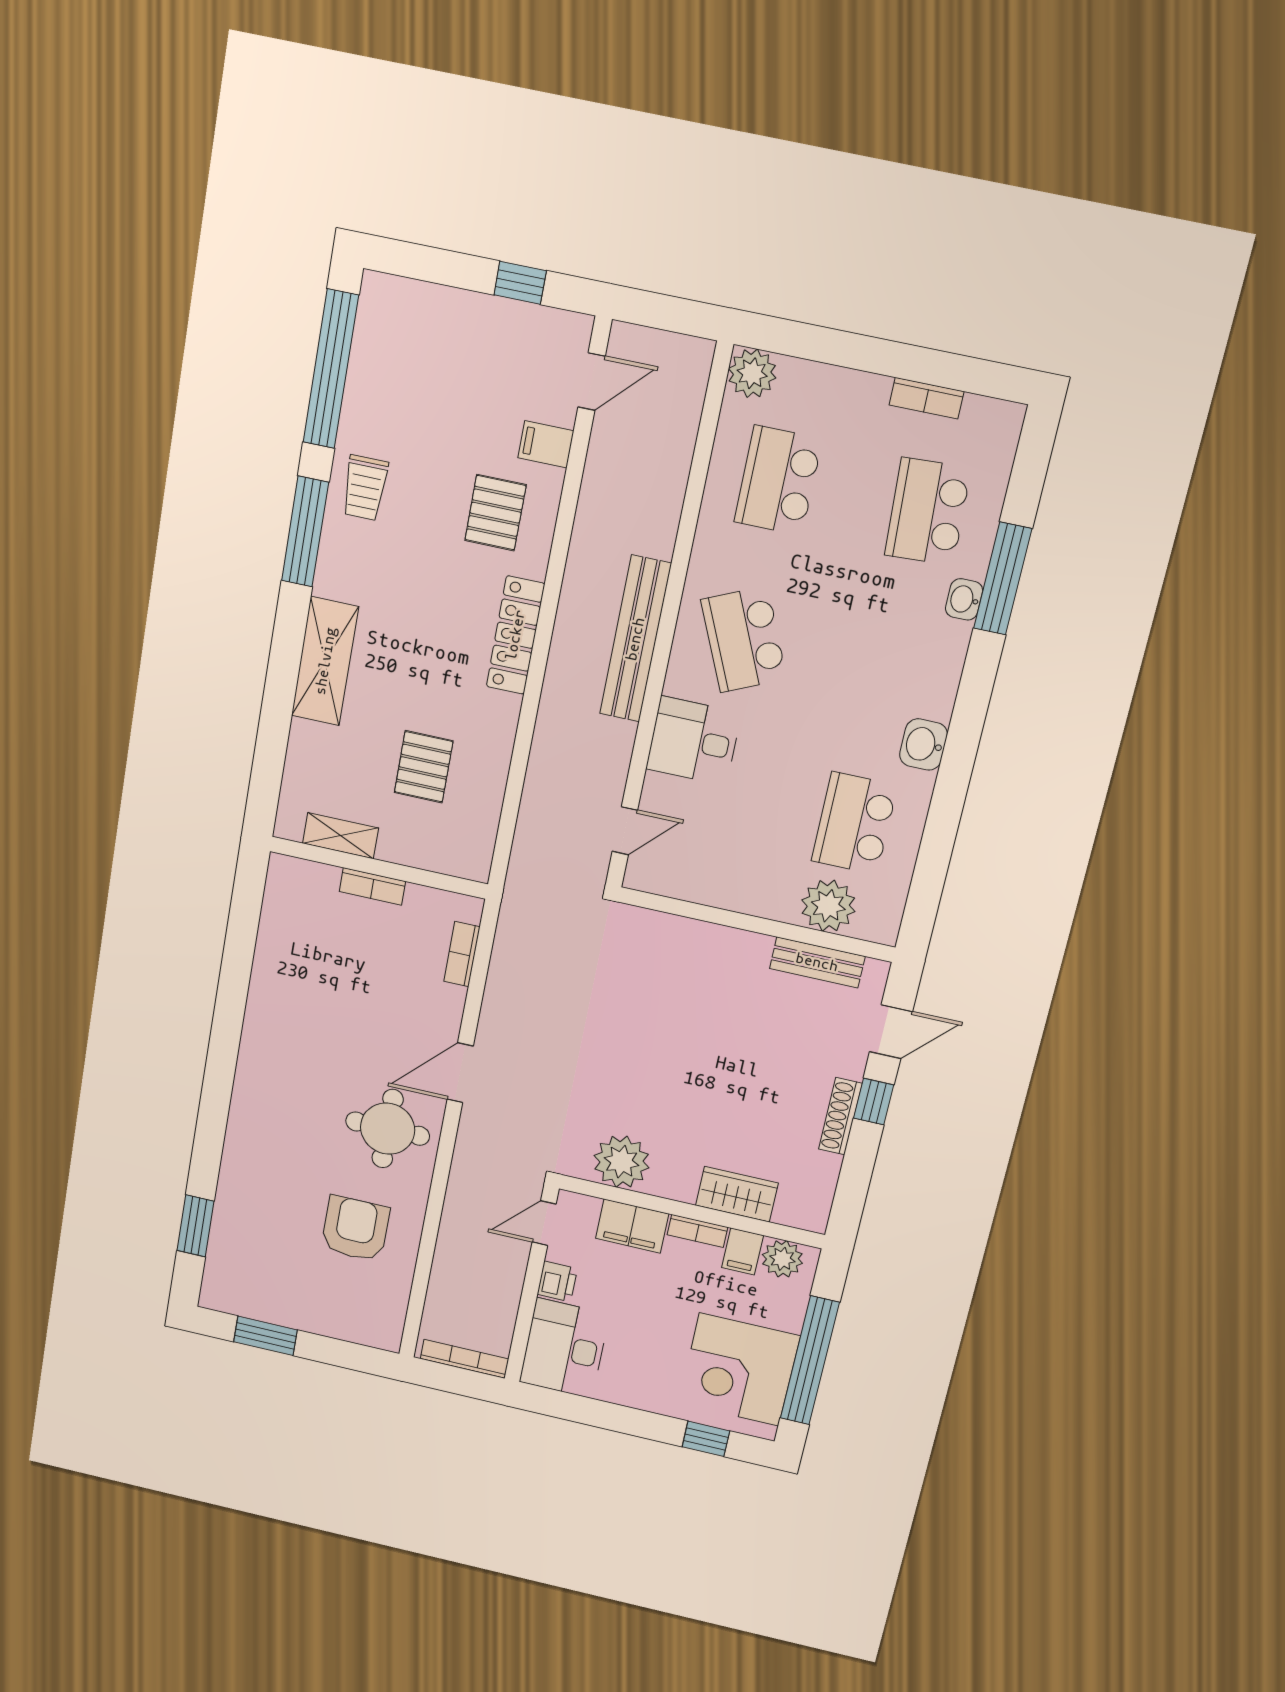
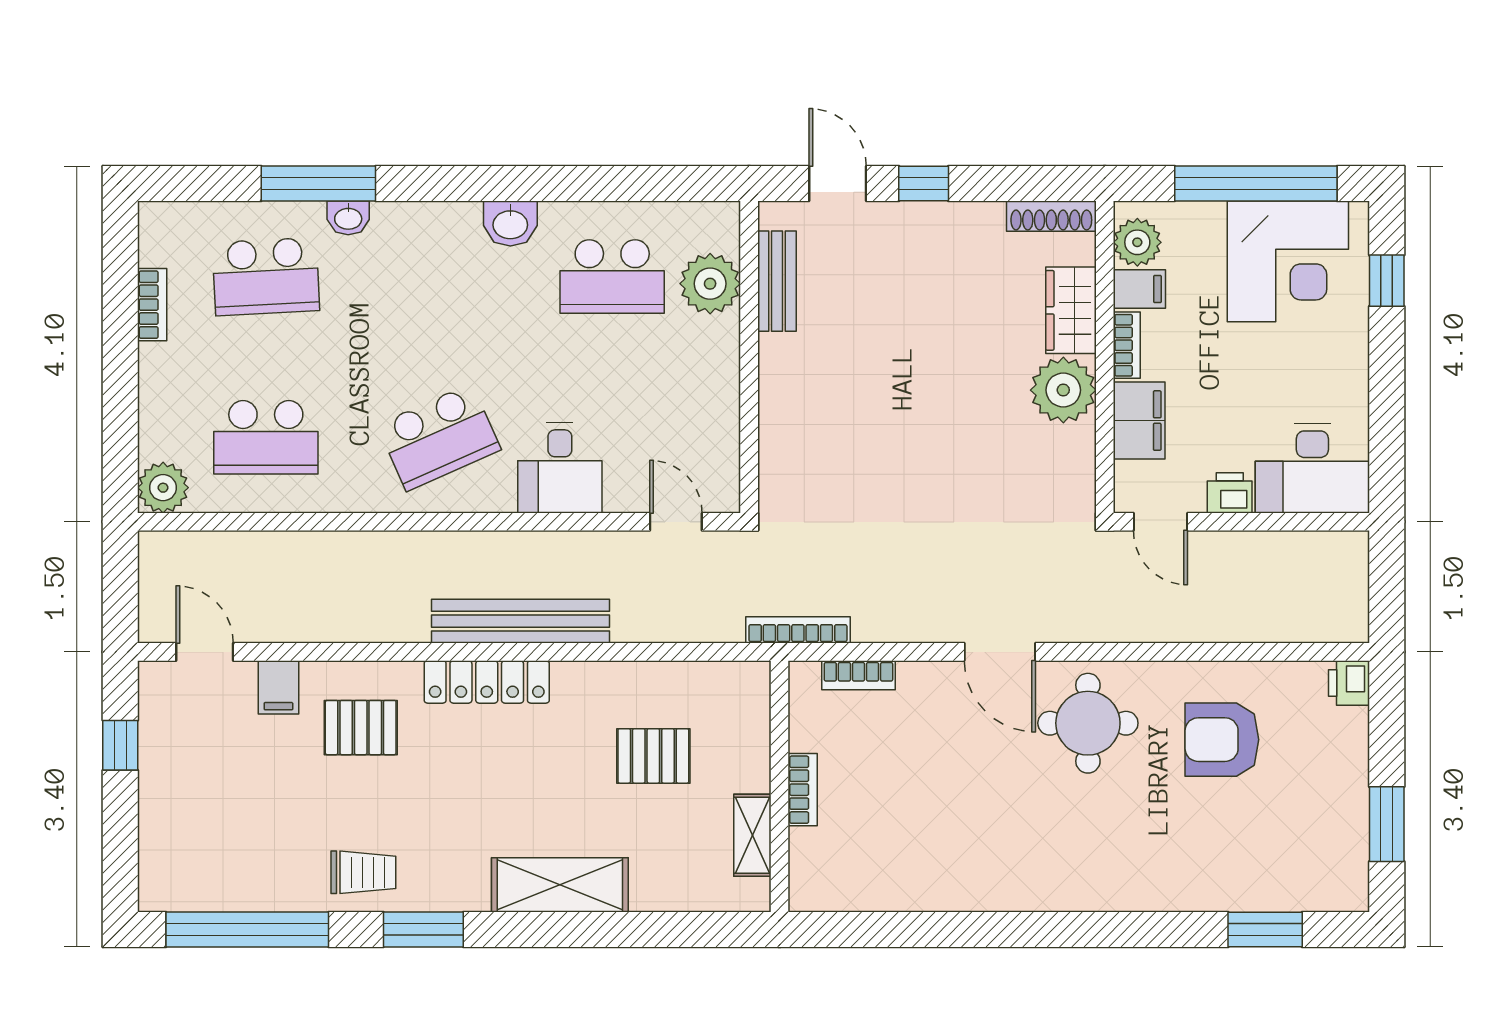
window: (305, 532) -> (423, 929), width x0.69
bench: (635, 639) -> (520, 621), moved
shoe rack: (840, 1116) -> (1051, 216), moved
plant: (621, 1162) -> (1063, 390), moved
printer: (384, 1335) -> (1349, 683), added
bookcase: (465, 1359) -> (798, 630), moved, turned 90

